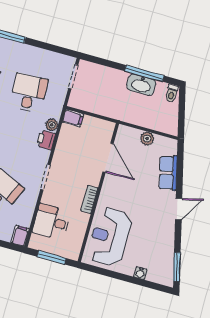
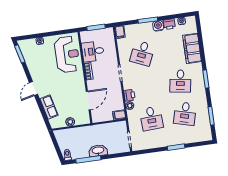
washbasin: (141, 85) -> (98, 151), moved
door: (108, 158) -> (88, 101), swing flipped
desk: (52, 222) -> (93, 51), moved, turned 180

